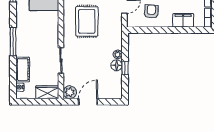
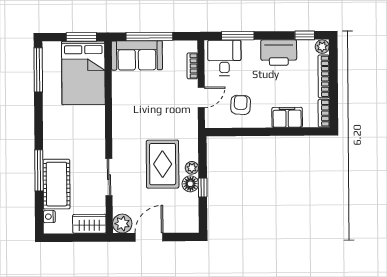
rug: (87, 21) -> (163, 164), moved
window: (13, 42) -> (39, 170), moved
cot: (23, 70) -> (57, 184), width x1.37, depth x1.34

